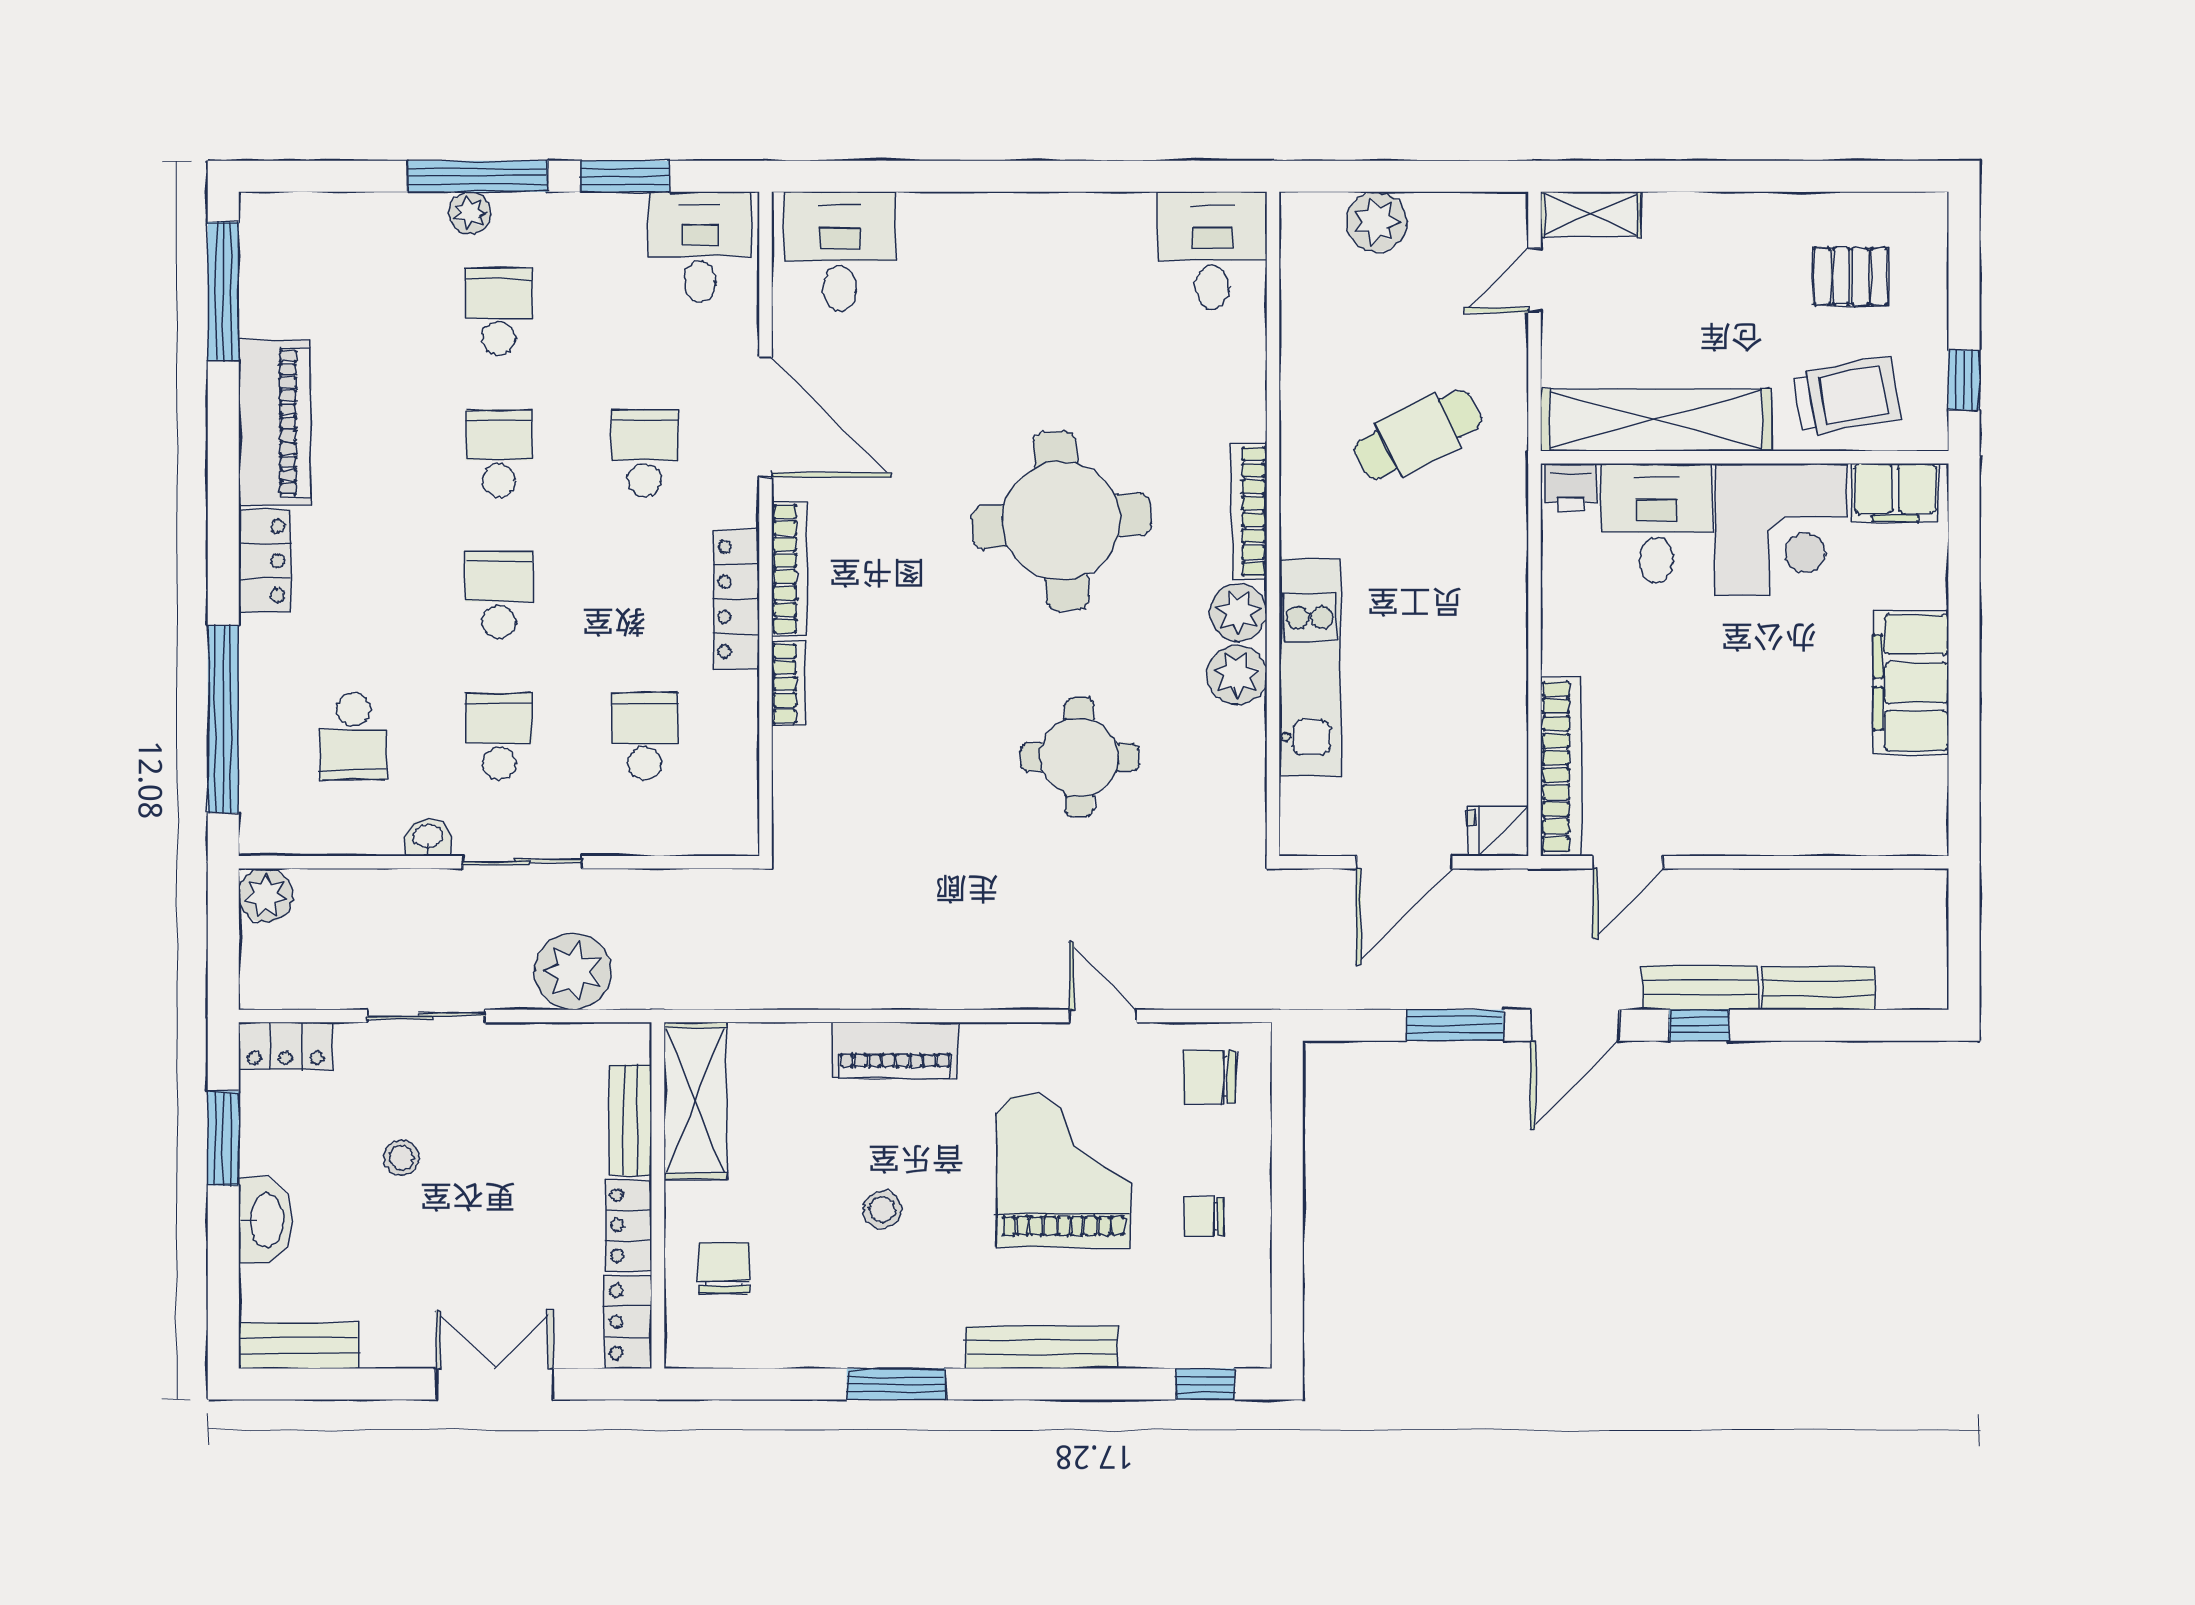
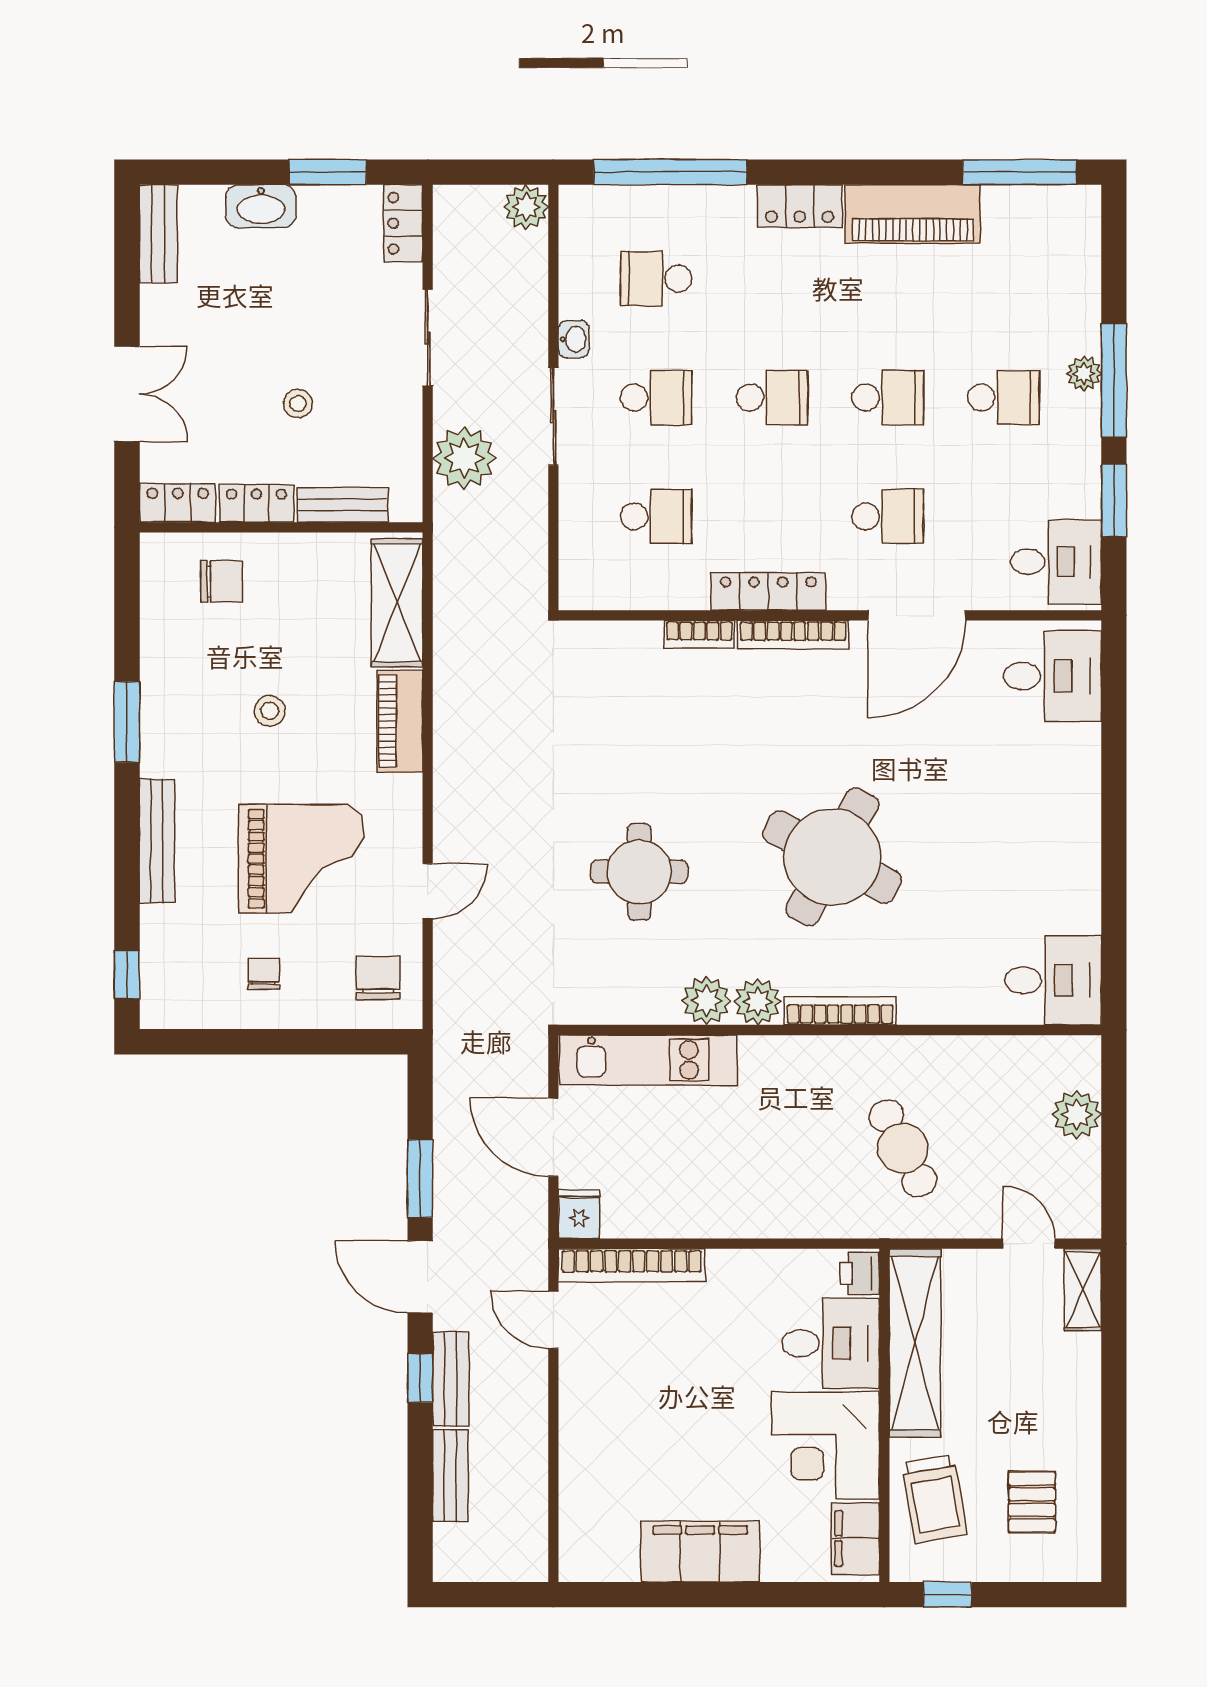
round table: (1061, 521) -> (832, 857), turned 33
kitchen unit: (1310, 667) -> (648, 1060), moved
shelving: (695, 1100) -> (397, 603), moved, turned 90
stool: (401, 1158) -> (298, 404), moved

